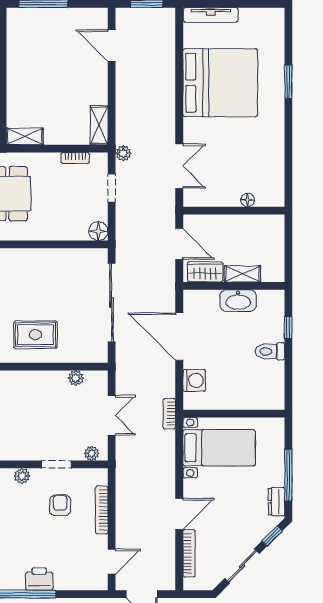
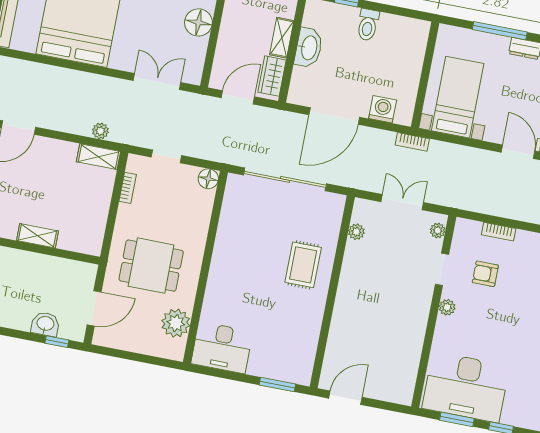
shelving: (25, 136) -> (37, 236), moved, turned 90
plant: (123, 153) -> (100, 131), moved
floor lamp: (248, 200) -> (198, 22), width x1.89, depth x1.89
bookcase: (102, 510) -> (499, 232), width x0.64

